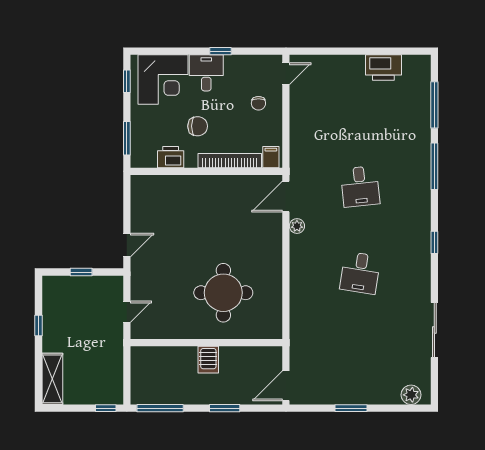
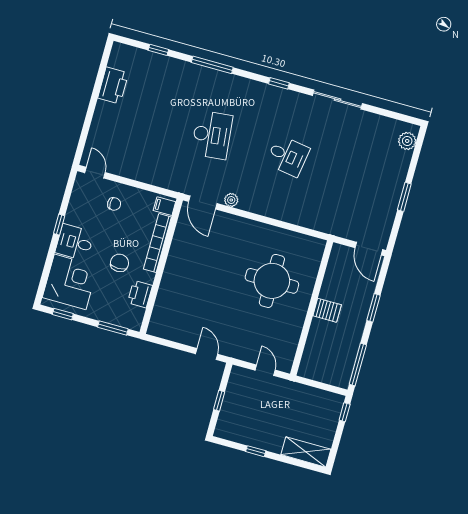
window: (434, 105) -> (158, 50), width x0.46
desk: (360, 186) -> (212, 135), width x1.37
sliding door: (434, 330) -> (337, 100), moved

